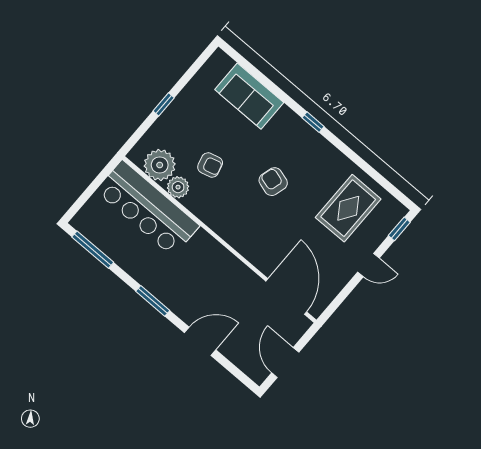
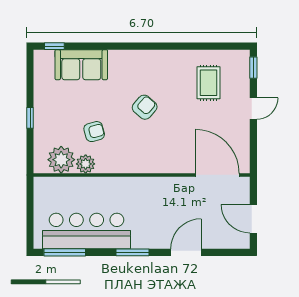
window: (313, 122) -> (54, 46), moved
armchair: (273, 182) -> (145, 107), turned 115
bar counter: (148, 208) -> (86, 231), moved, turned 180
rug: (348, 208) -> (208, 83), width x0.73, depth x0.70

